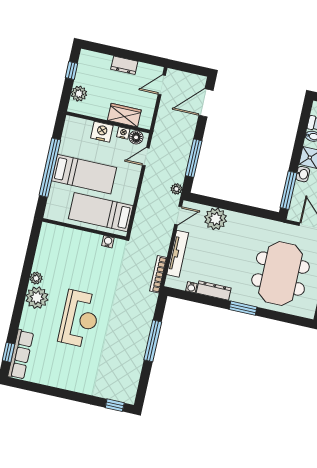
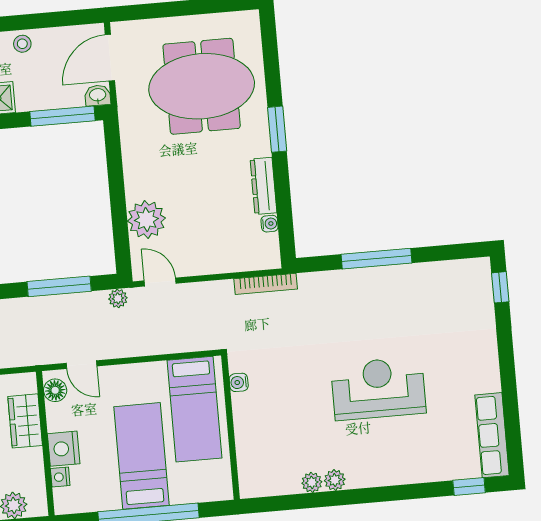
nightstand: (123, 133) -> (60, 477), moved
washbasin: (303, 174) -> (98, 95), moved
tv unit: (178, 254) -> (222, 263), removed
plant: (37, 298) -> (312, 482), moved, width x0.53, depth x0.53
row of seats: (21, 355) -> (492, 435), moved, turned -90

